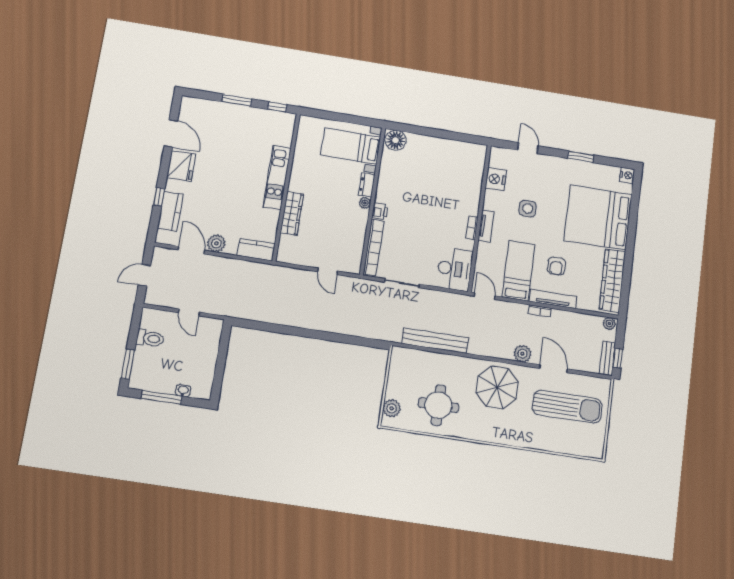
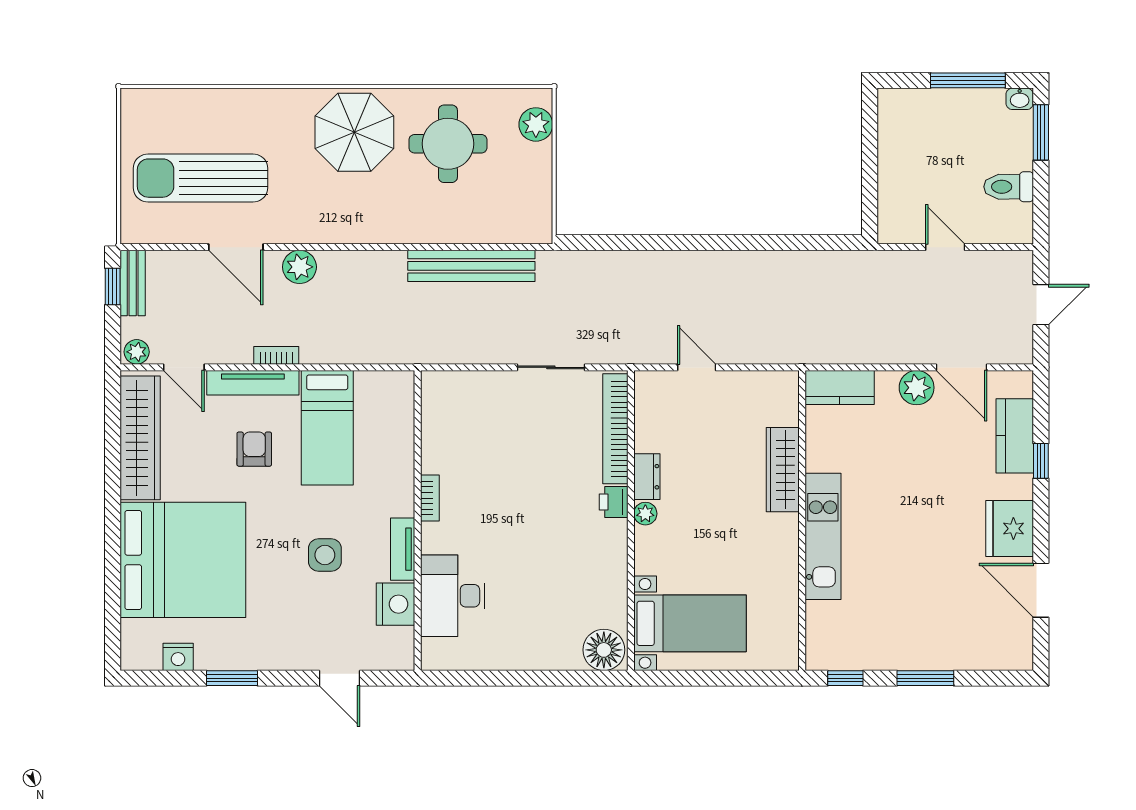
nightstand: (627, 175) -> (178, 657), moved, turned -90
dresser: (367, 185) -> (647, 477), moved
tv unit: (486, 226) -> (403, 549), moved
desk: (455, 269) -> (453, 596), moved
door: (485, 296) -> (184, 367), moved
parasol: (497, 387) -> (354, 132), moved
washbasin: (183, 391) -> (1020, 99), moved

